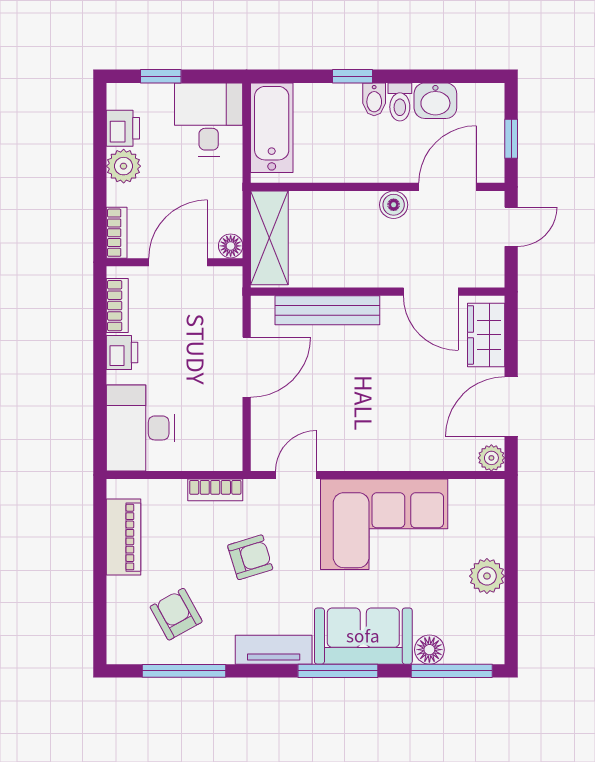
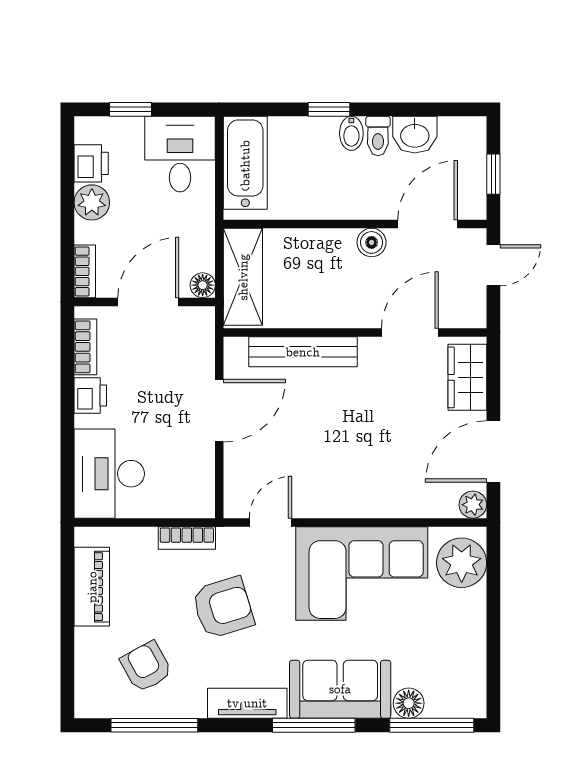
door: (431, 292) -> (410, 332), swing flipped
armchair: (250, 557) -> (223, 608), width x1.38, depth x1.38
plant: (487, 576) -> (462, 563), moved, width x1.36, depth x1.36

